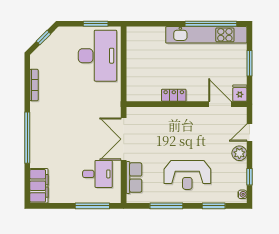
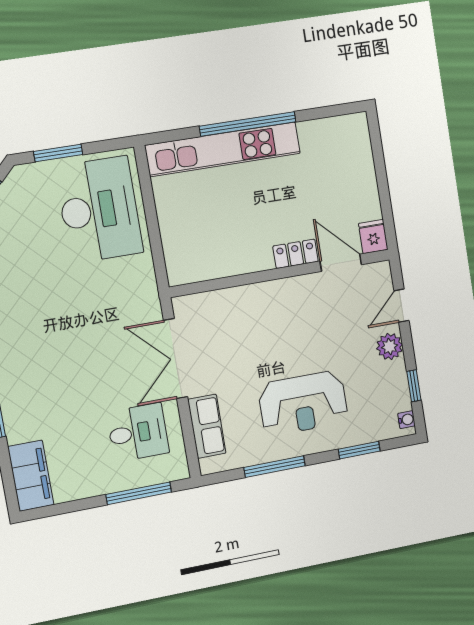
window: (96, 24) -> (58, 153), moved
window: (211, 24) -> (248, 124), moved
kitchen unit: (206, 35) -> (223, 149), moved
window: (249, 63) -> (382, 179), removed
locker: (174, 95) -> (296, 254), moved

